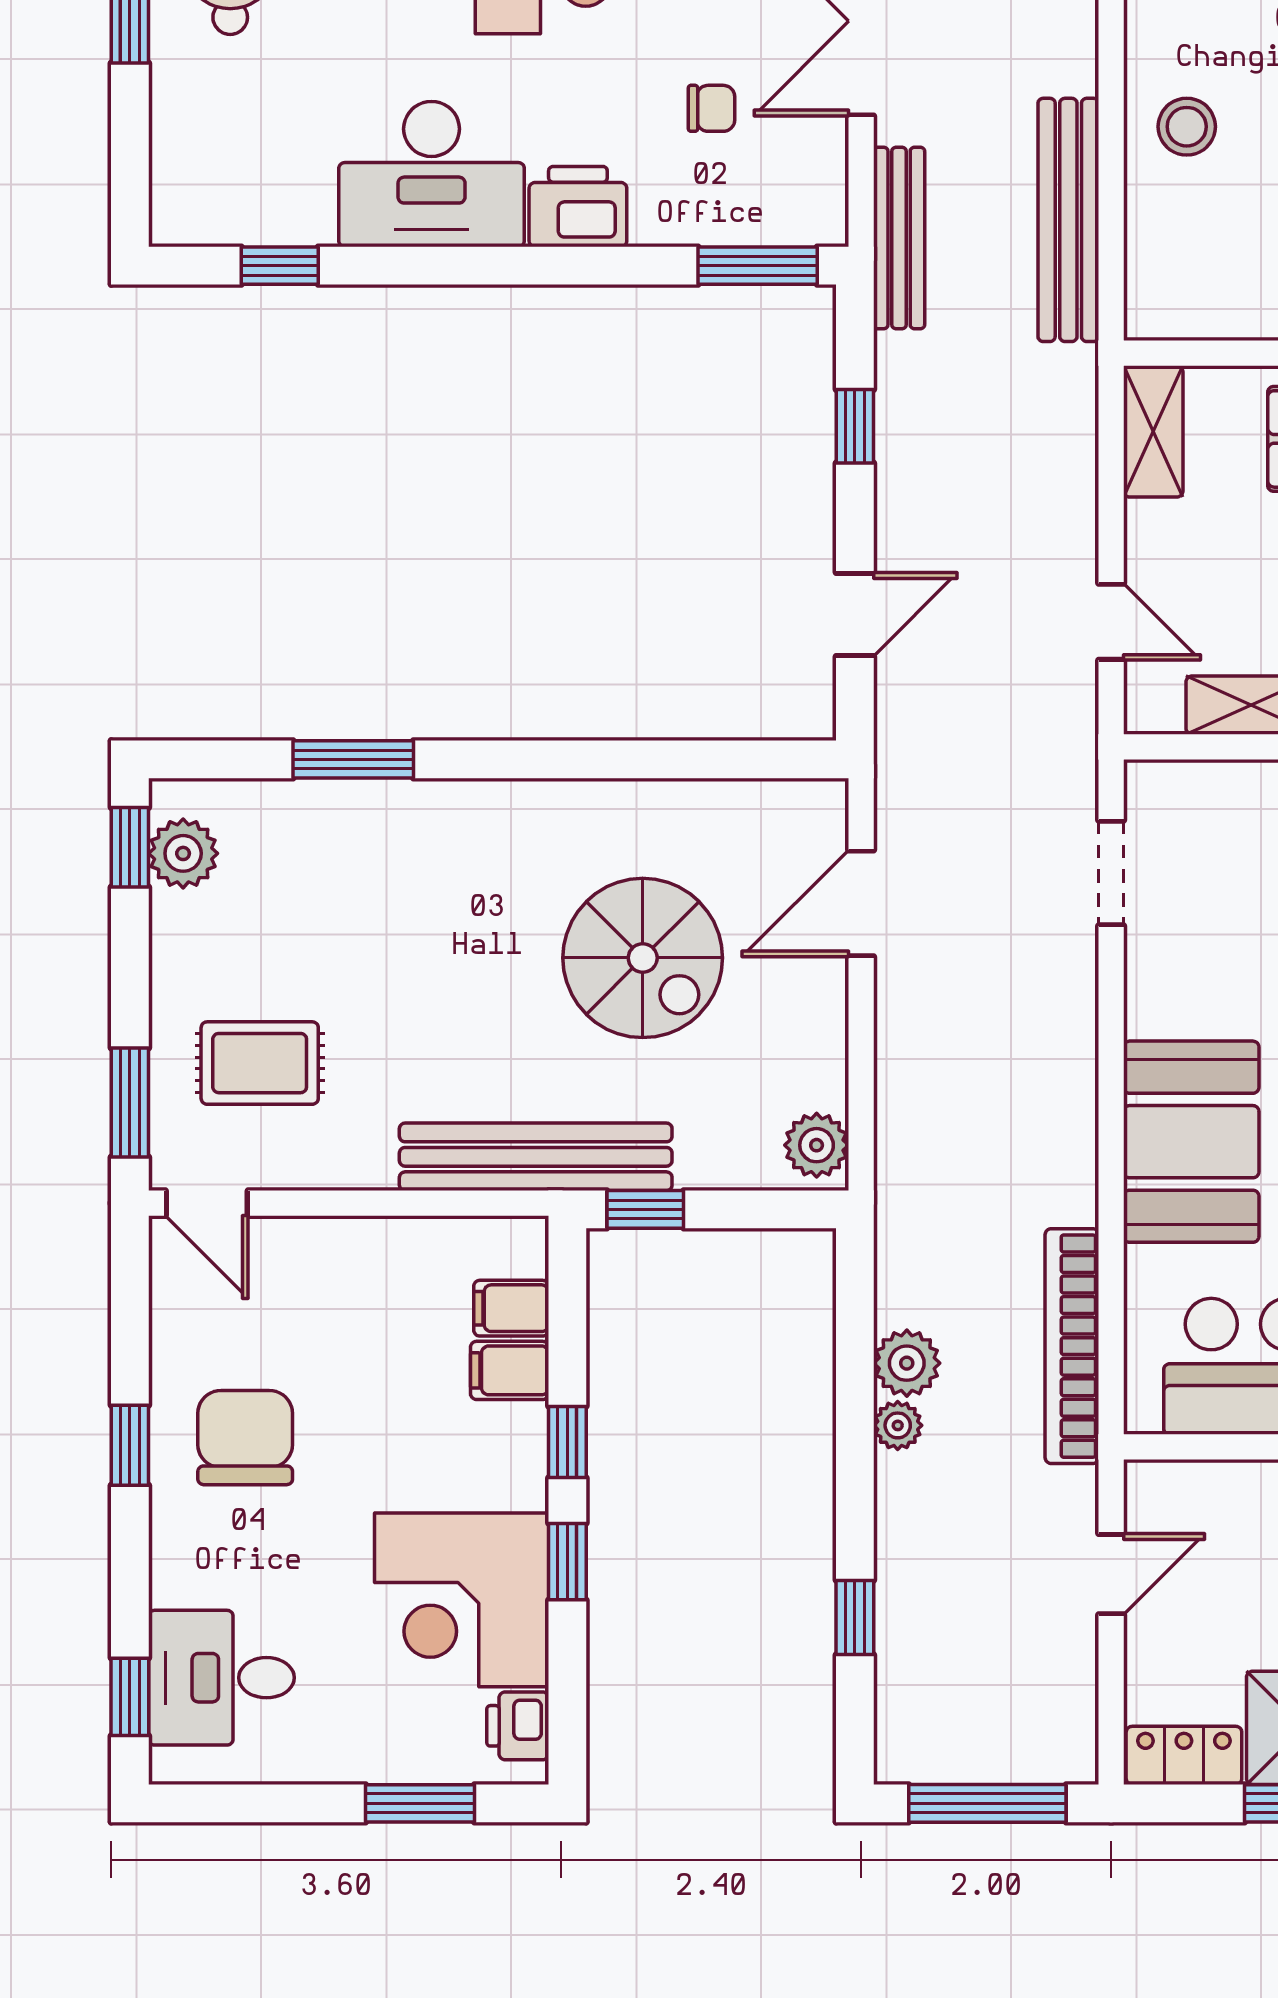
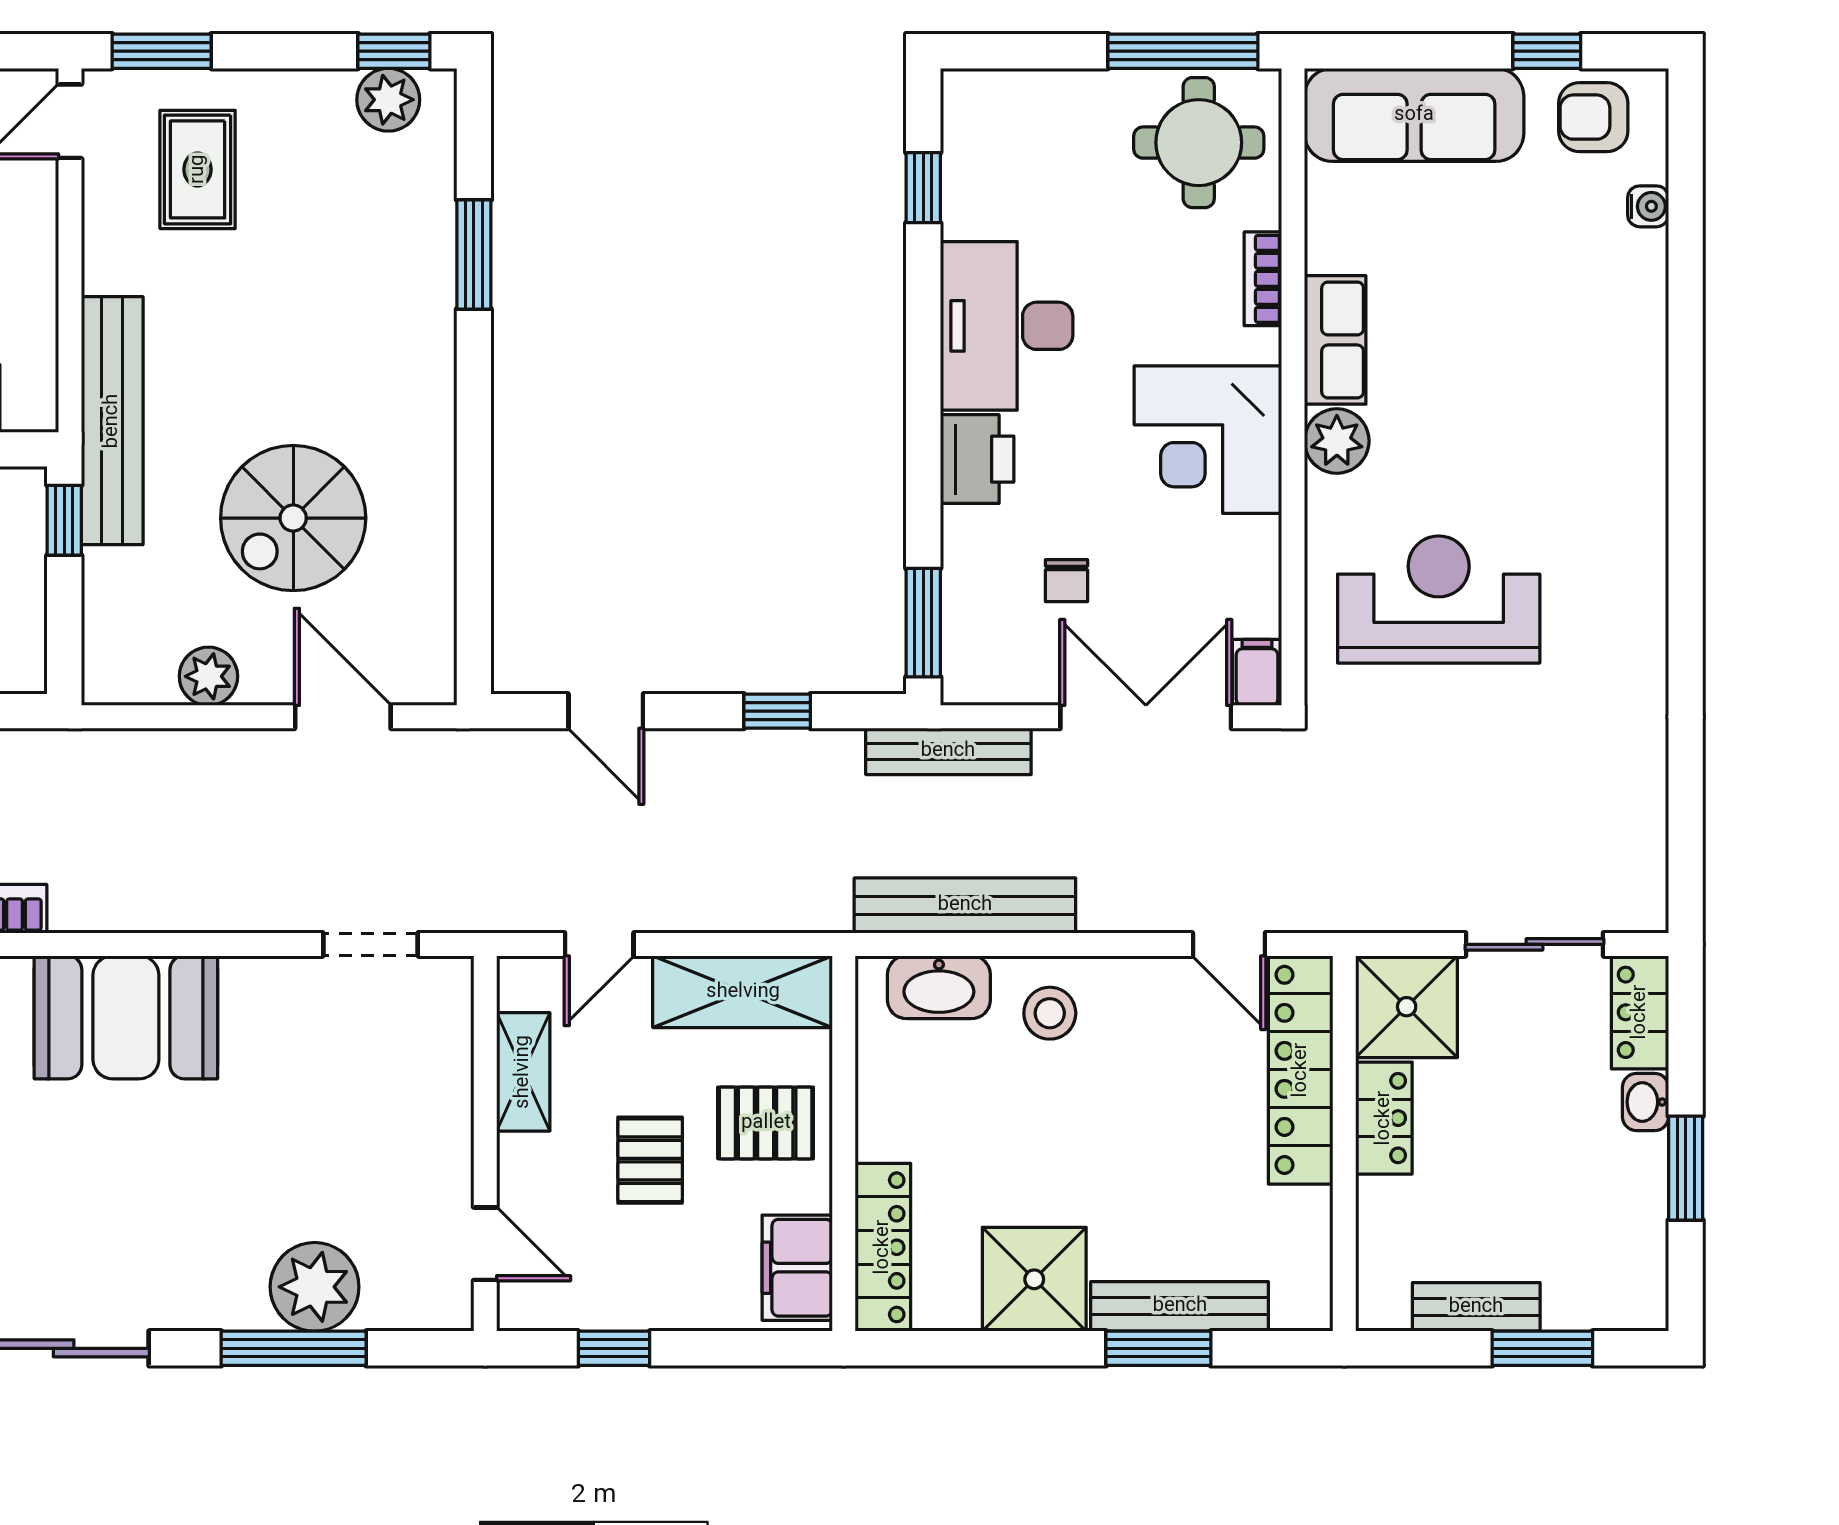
washbasin: (1158, 248) -> (939, 987), added
shelving: (1153, 431) -> (743, 992), width x1.50, depth x1.33
plant: (817, 1145) -> (208, 676), moved

